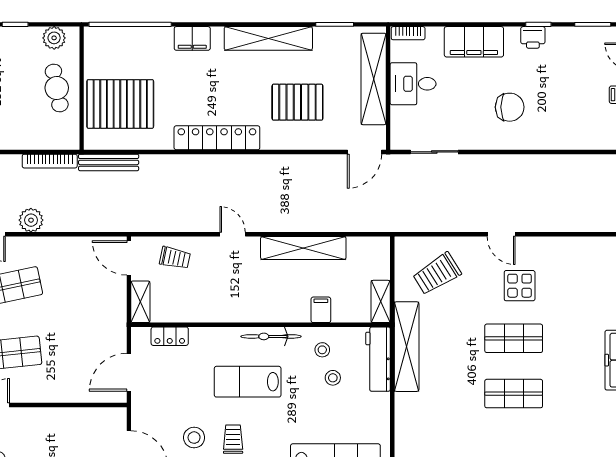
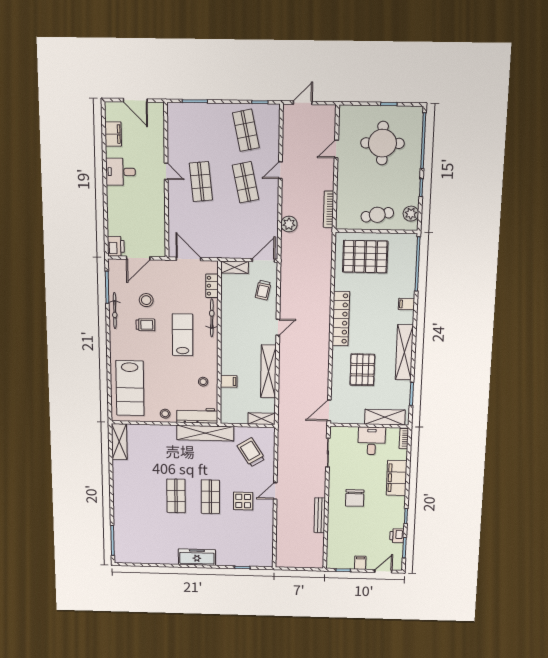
printer: (533, 37) -> (397, 536), moved
filing cabinet: (192, 38) -> (406, 304), width x0.50
shelving: (374, 79) -> (385, 417), width x0.68
pallet: (120, 104) -> (365, 257), turned 90
door: (364, 152) -> (329, 410), hinge flipped
bench: (109, 162) -> (320, 515), moved
plant: (31, 220) -> (289, 224), moved
shelving: (381, 301) -> (262, 419), moved
bicycle: (271, 336) -> (212, 318), moved
stool: (333, 378) -> (165, 414), moved

